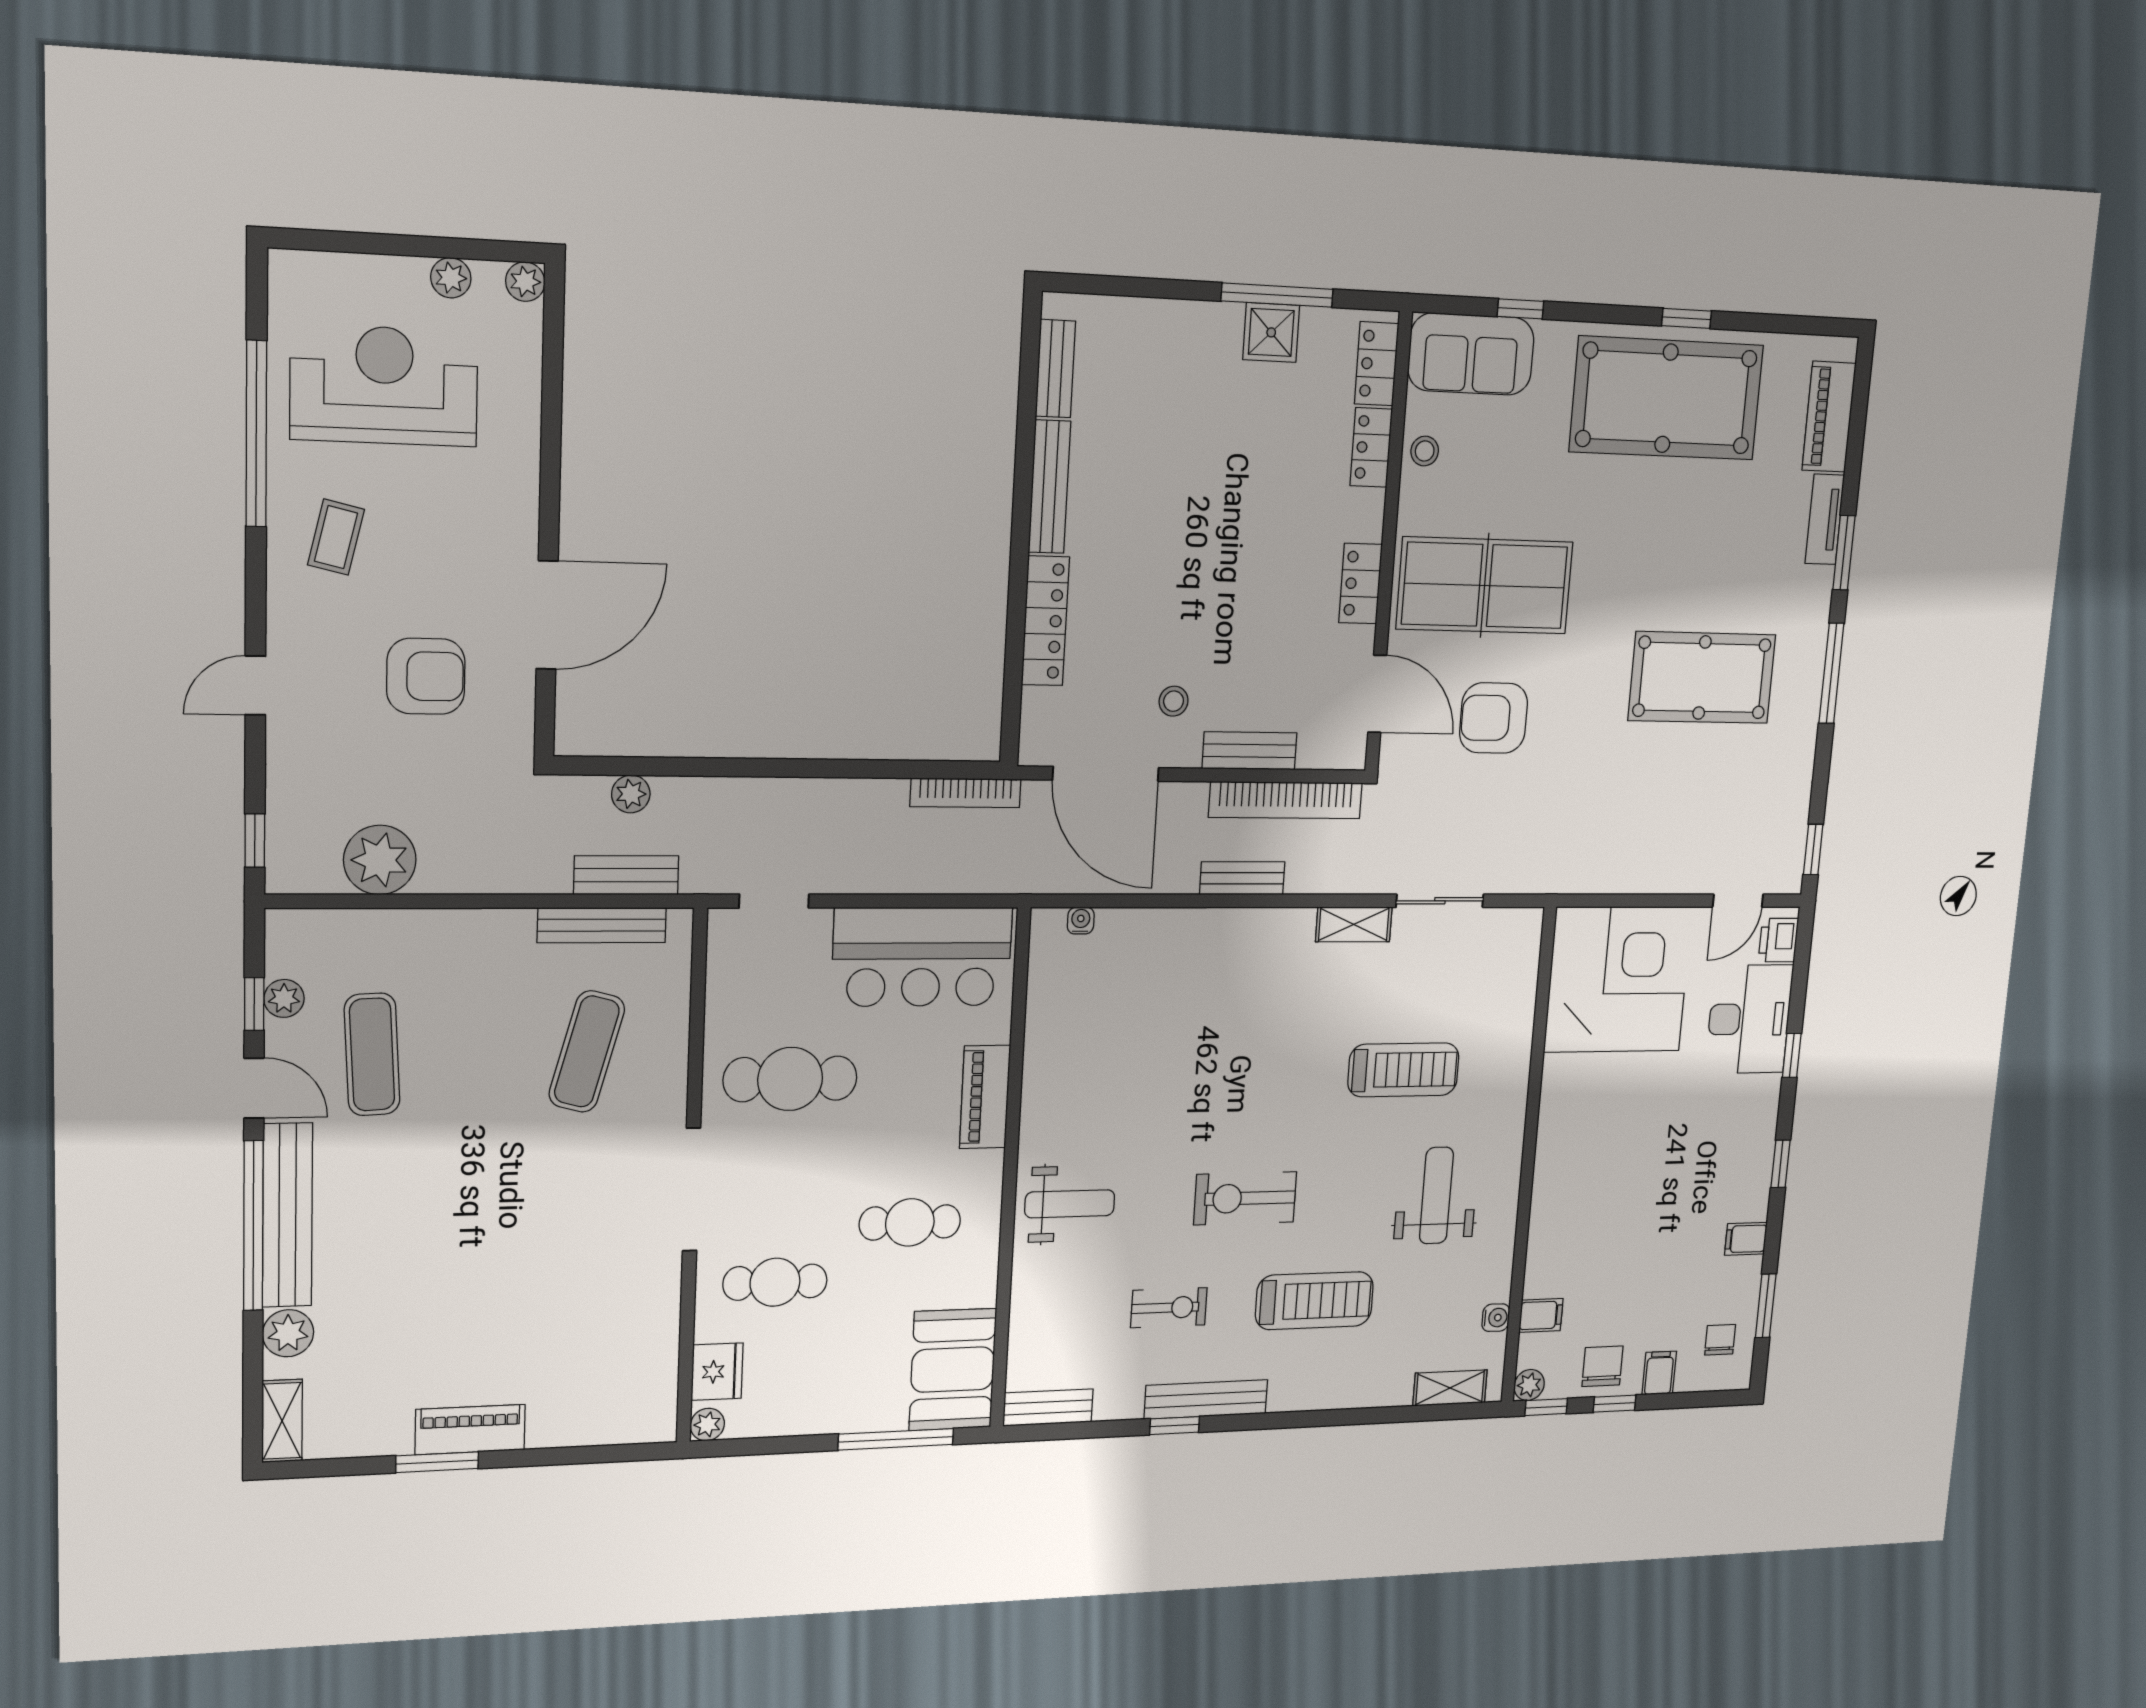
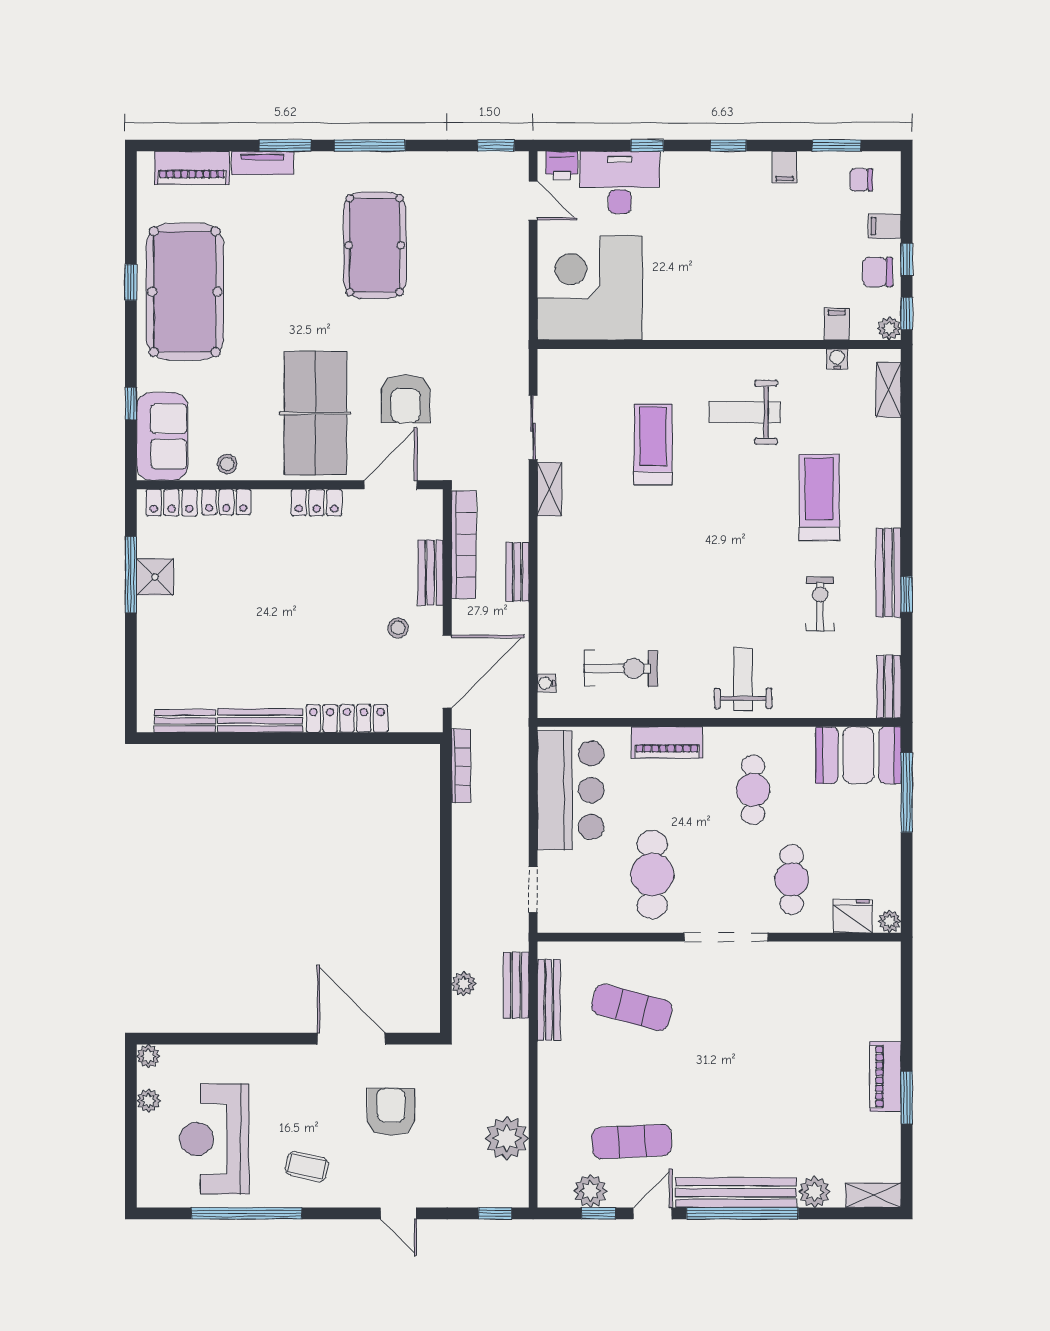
plant: (284, 998) -> (590, 1191), width x1.38, depth x1.38
exercise bike: (1245, 1198) -> (621, 668), moved, turned -90

